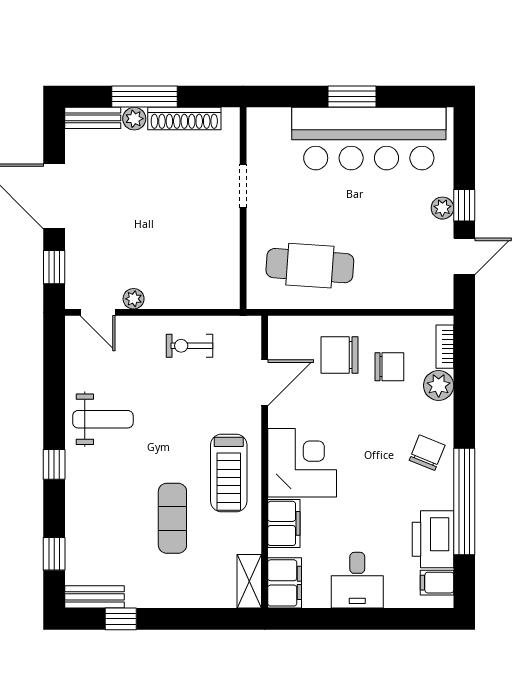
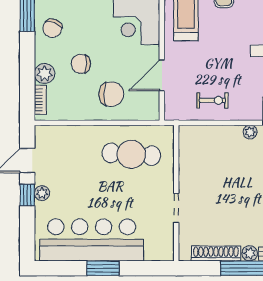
chair: (389, 367) -> (81, 64), moved

